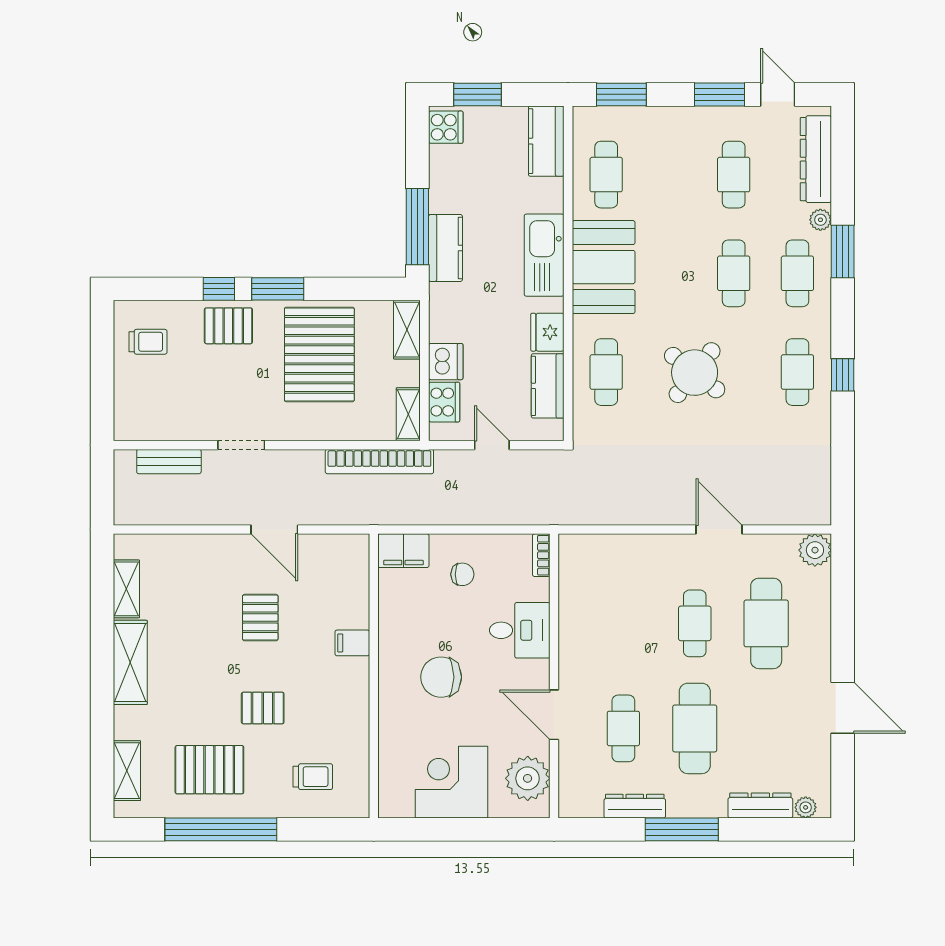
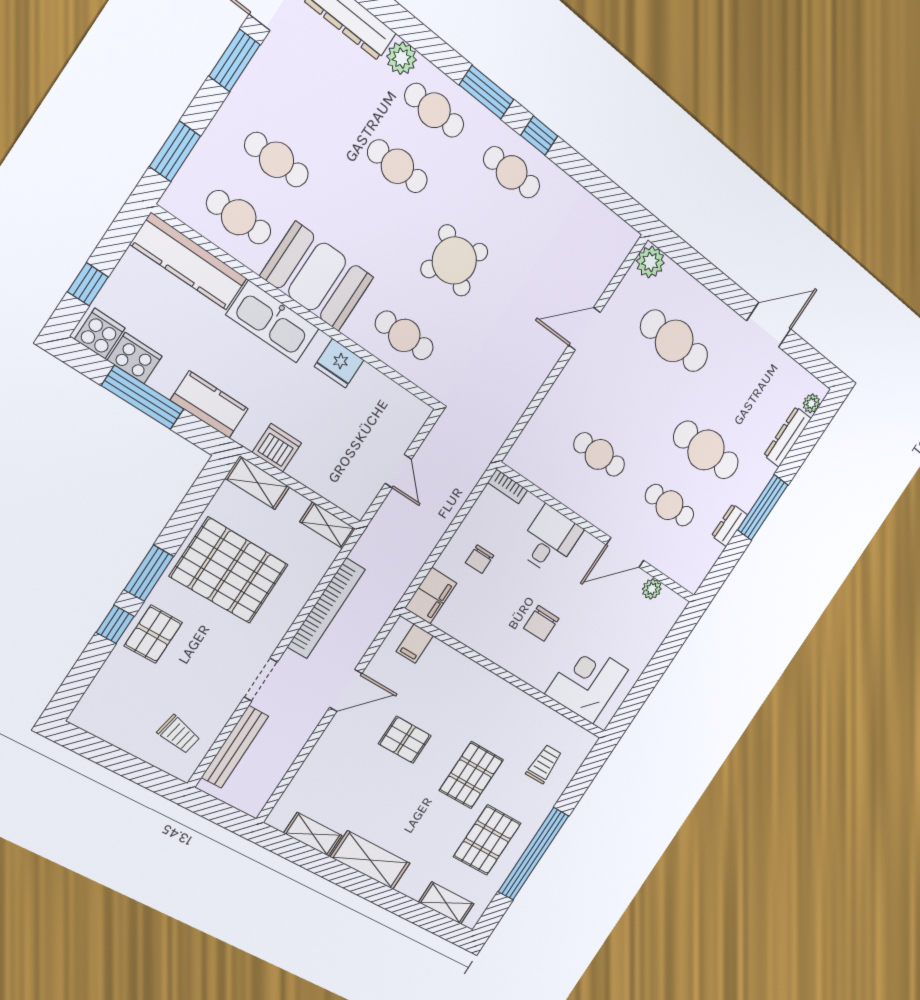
window: (477, 94) -> (88, 284), width x0.67
kitchen counter: (546, 141) -> (189, 262), width x1.50
cafe table: (734, 175) -> (277, 160), moved
plant: (820, 220) -> (402, 58), width x1.38, depth x1.38
window: (417, 227) -> (143, 397), moved
window: (843, 251) -> (487, 92), moved
trolley: (148, 342) -> (179, 734), moved, turned 101
dishwasher: (446, 362) -> (277, 448), moved
kitchen counter: (548, 386) -> (383, 393), removed
cooker: (444, 402) -> (135, 358), moved
door: (492, 445) -> (398, 471), swing flipped
bench: (169, 462) -> (235, 747), width x1.36
bookcase: (379, 462) -> (326, 608), moved
chair: (462, 574) -> (480, 559), turned 180
cafe table: (695, 623) -> (599, 454), moved
filing cabinet: (352, 643) -> (415, 644), moved
chair: (441, 677) -> (541, 623), width x0.73, depth x0.73
pallet: (263, 708) -> (471, 775), width x1.50, depth x1.42
plant: (528, 778) -> (652, 589), width x0.53, depth x0.53
corner desk: (452, 782) -> (587, 682), moved, turned 90
dresser: (635, 806) -> (730, 525), width x0.70

